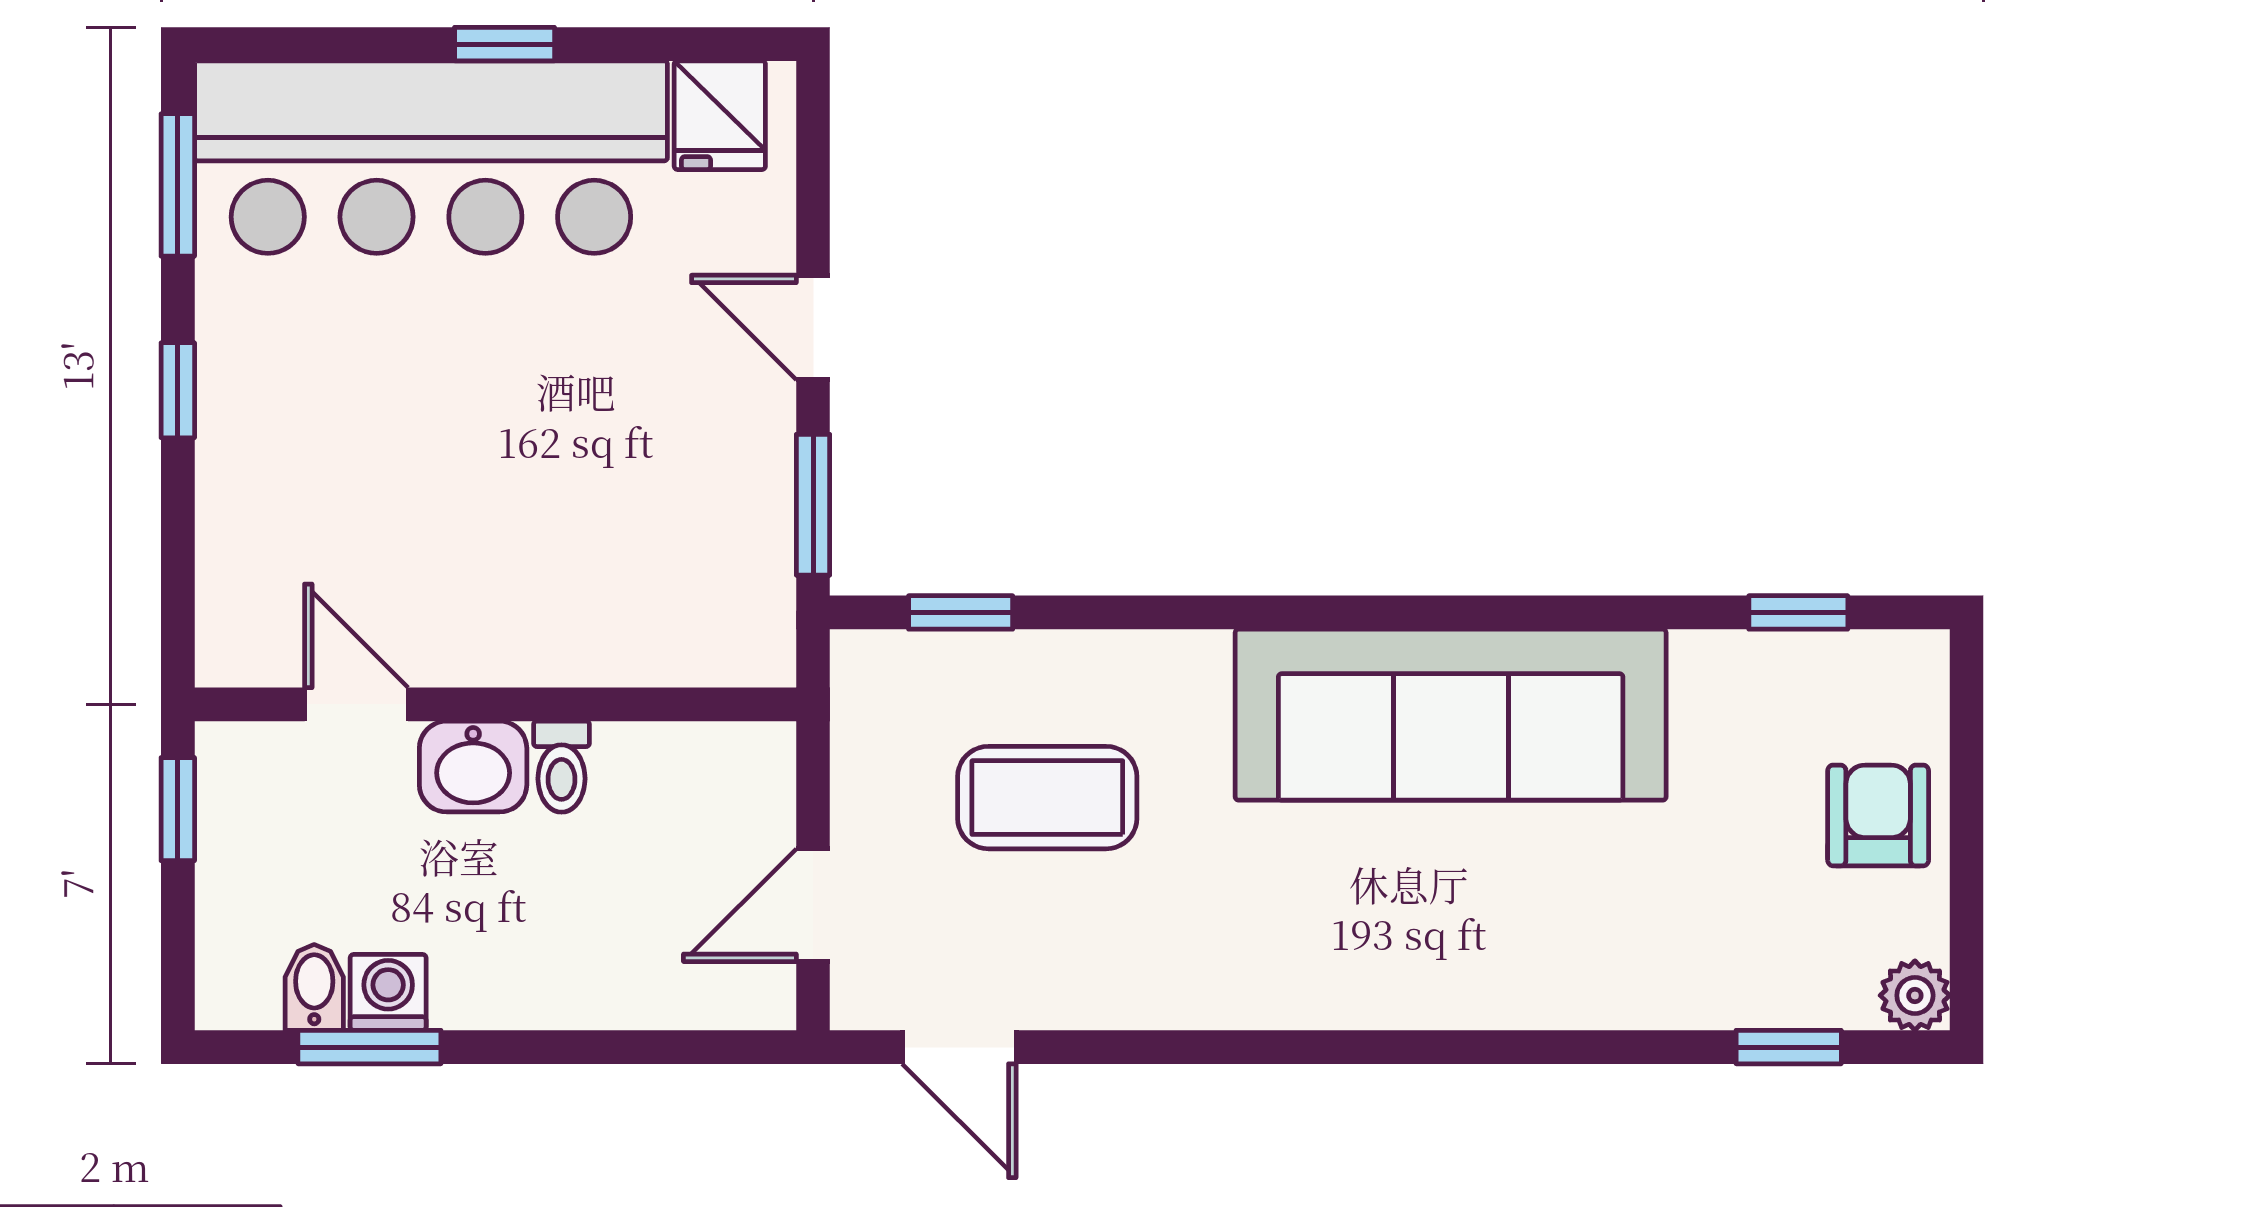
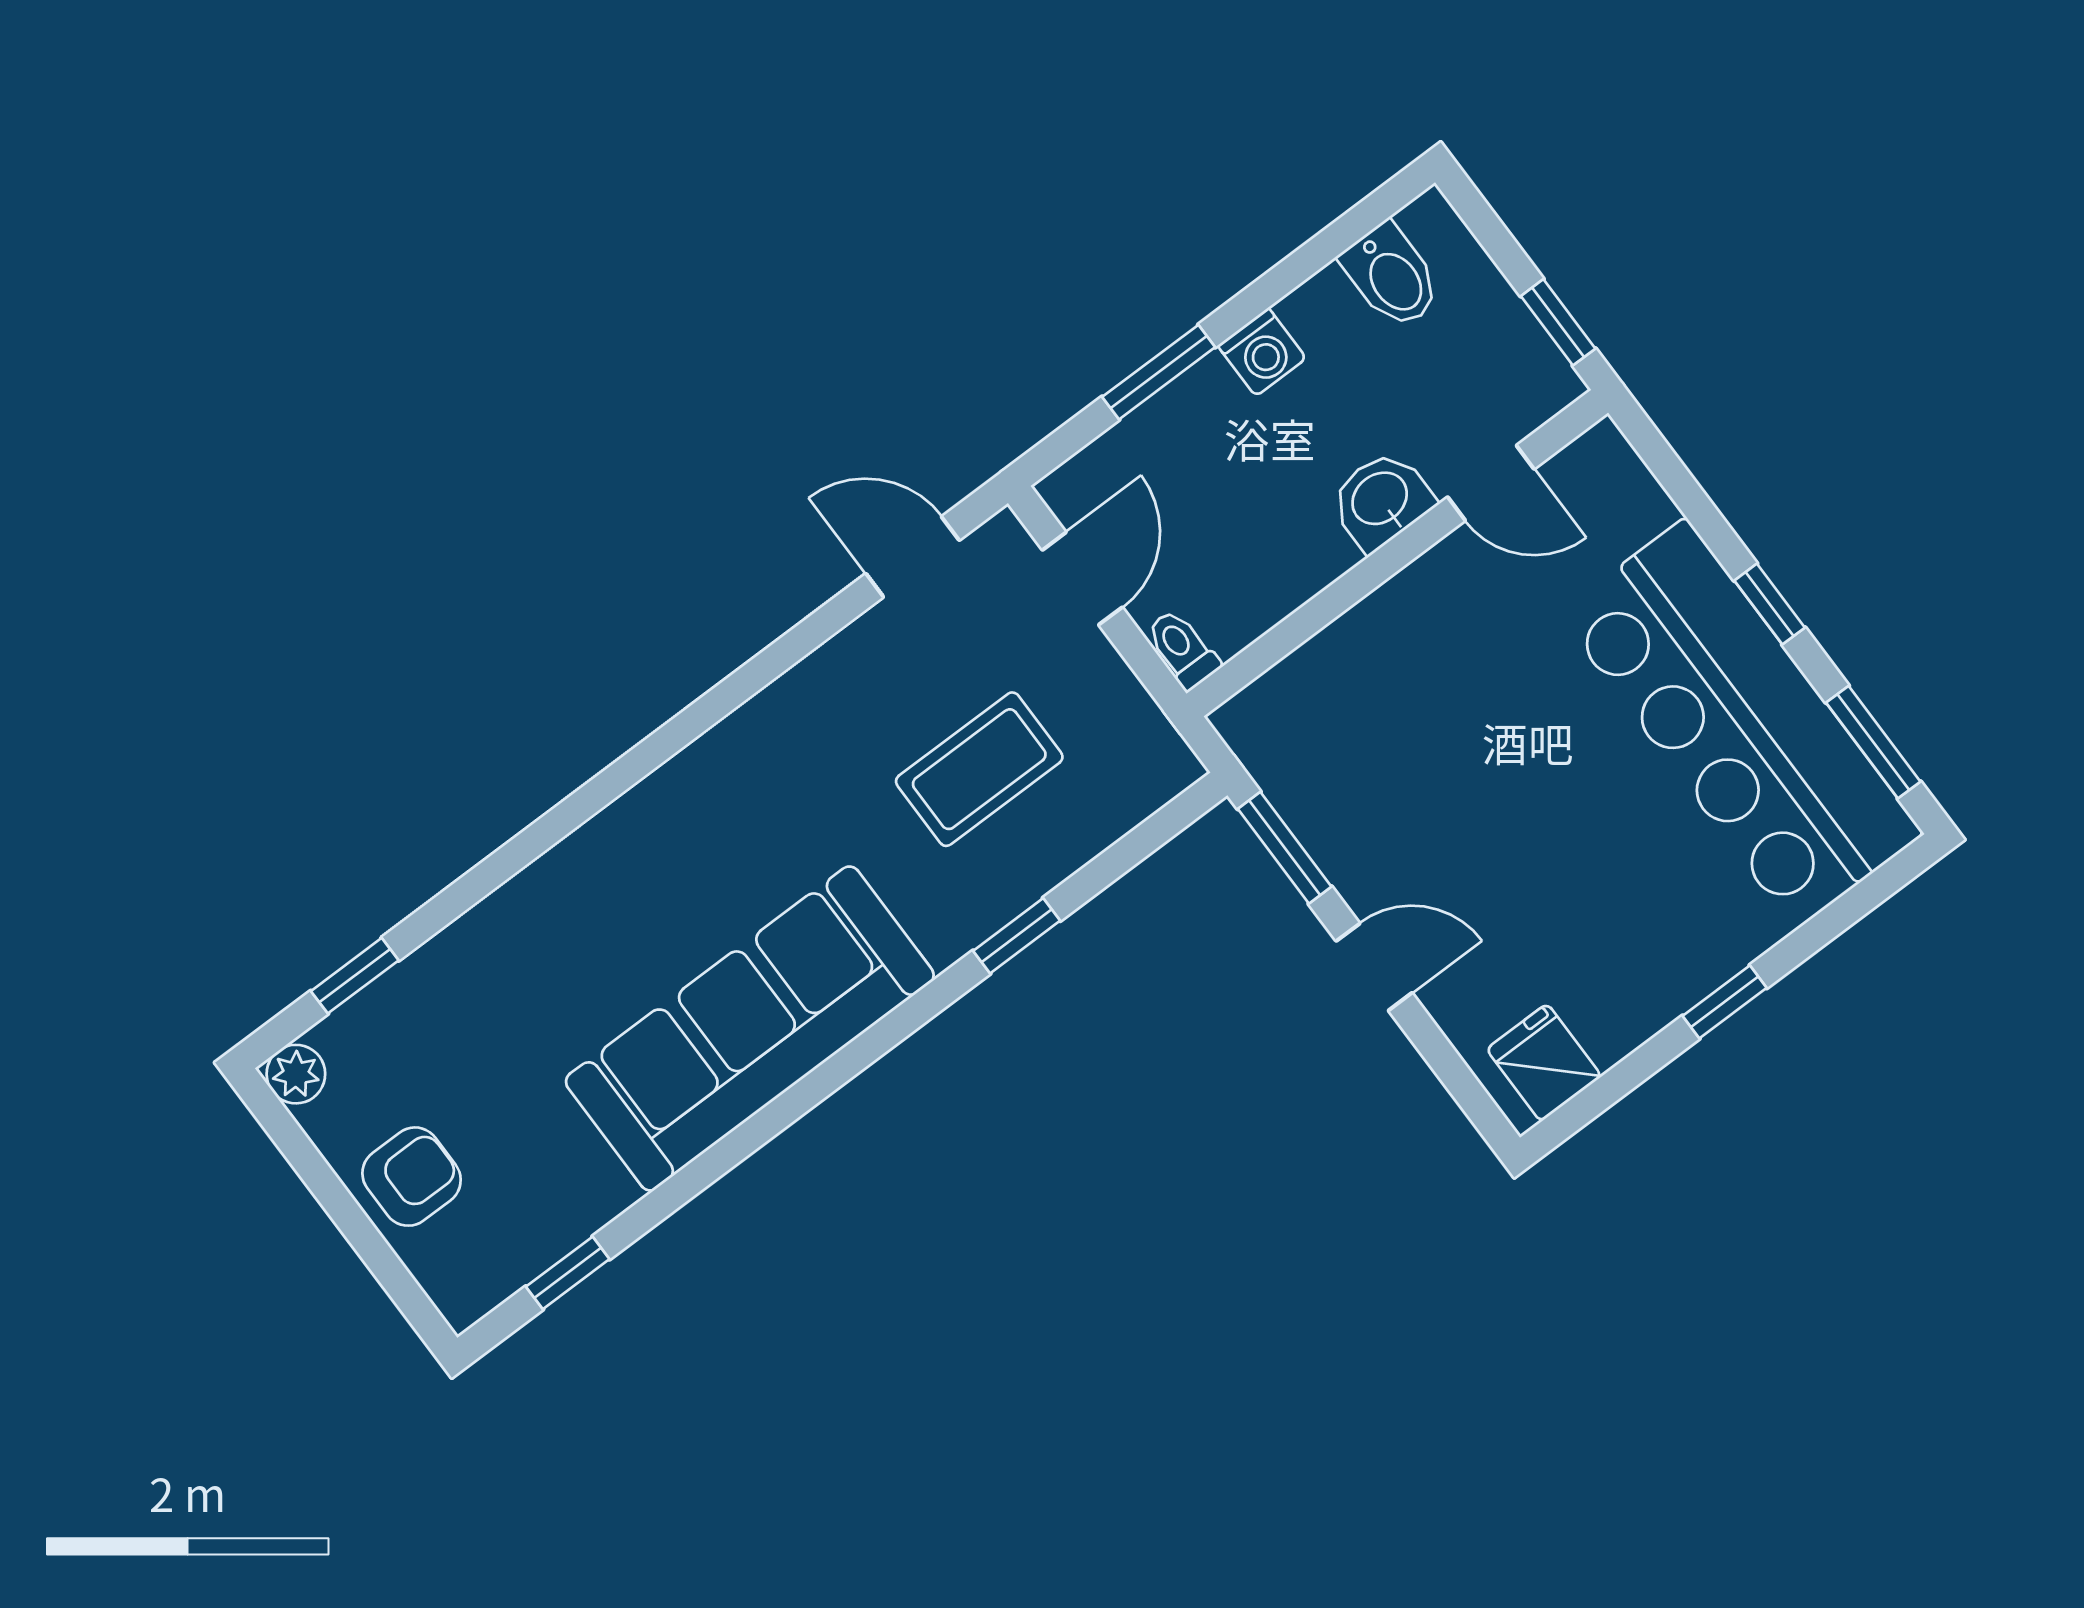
bar counter: (431, 157) -> (1740, 724), moved, turned -90
window: (961, 612) -> (1017, 936), moved
toilet: (562, 767) -> (1182, 649), moved
armchair: (1878, 815) -> (412, 1177), turned -90
bidet: (314, 987) -> (1392, 276), width x1.38, depth x1.36
washing machine: (388, 992) -> (1262, 352), moved
window: (369, 1047) -> (1159, 372), moved

